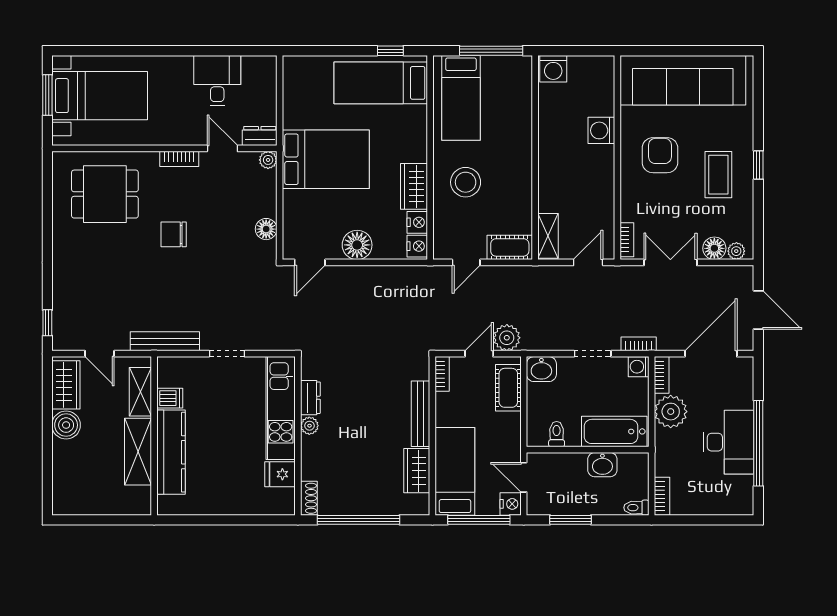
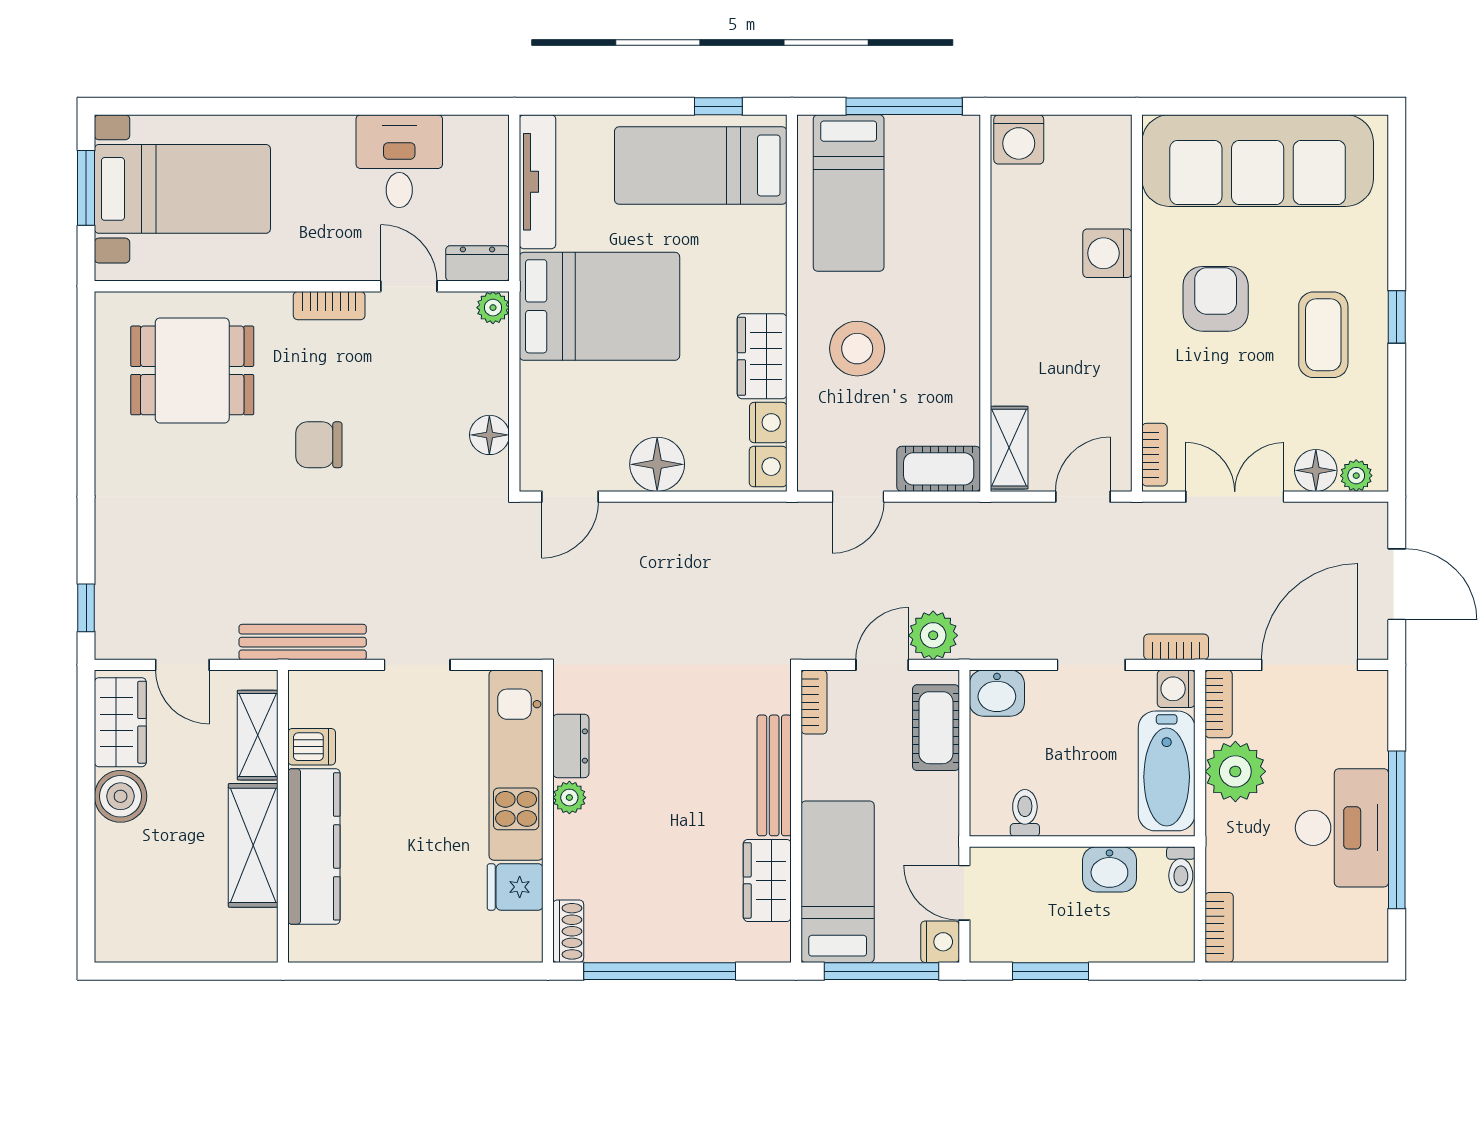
tv unit: (292, 92) -> (538, 182), added
bathtub: (614, 431) -> (1167, 771), moved, turned -90
toilet: (636, 508) -> (1181, 870), moved, turned -90

